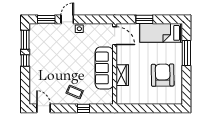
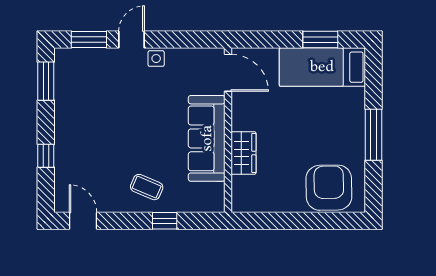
window: (144, 19) -> (320, 40), moved
window: (186, 53) -> (374, 135), moved
window: (25, 61) -> (46, 156), moved
armchair: (163, 75) -> (329, 188), moved

